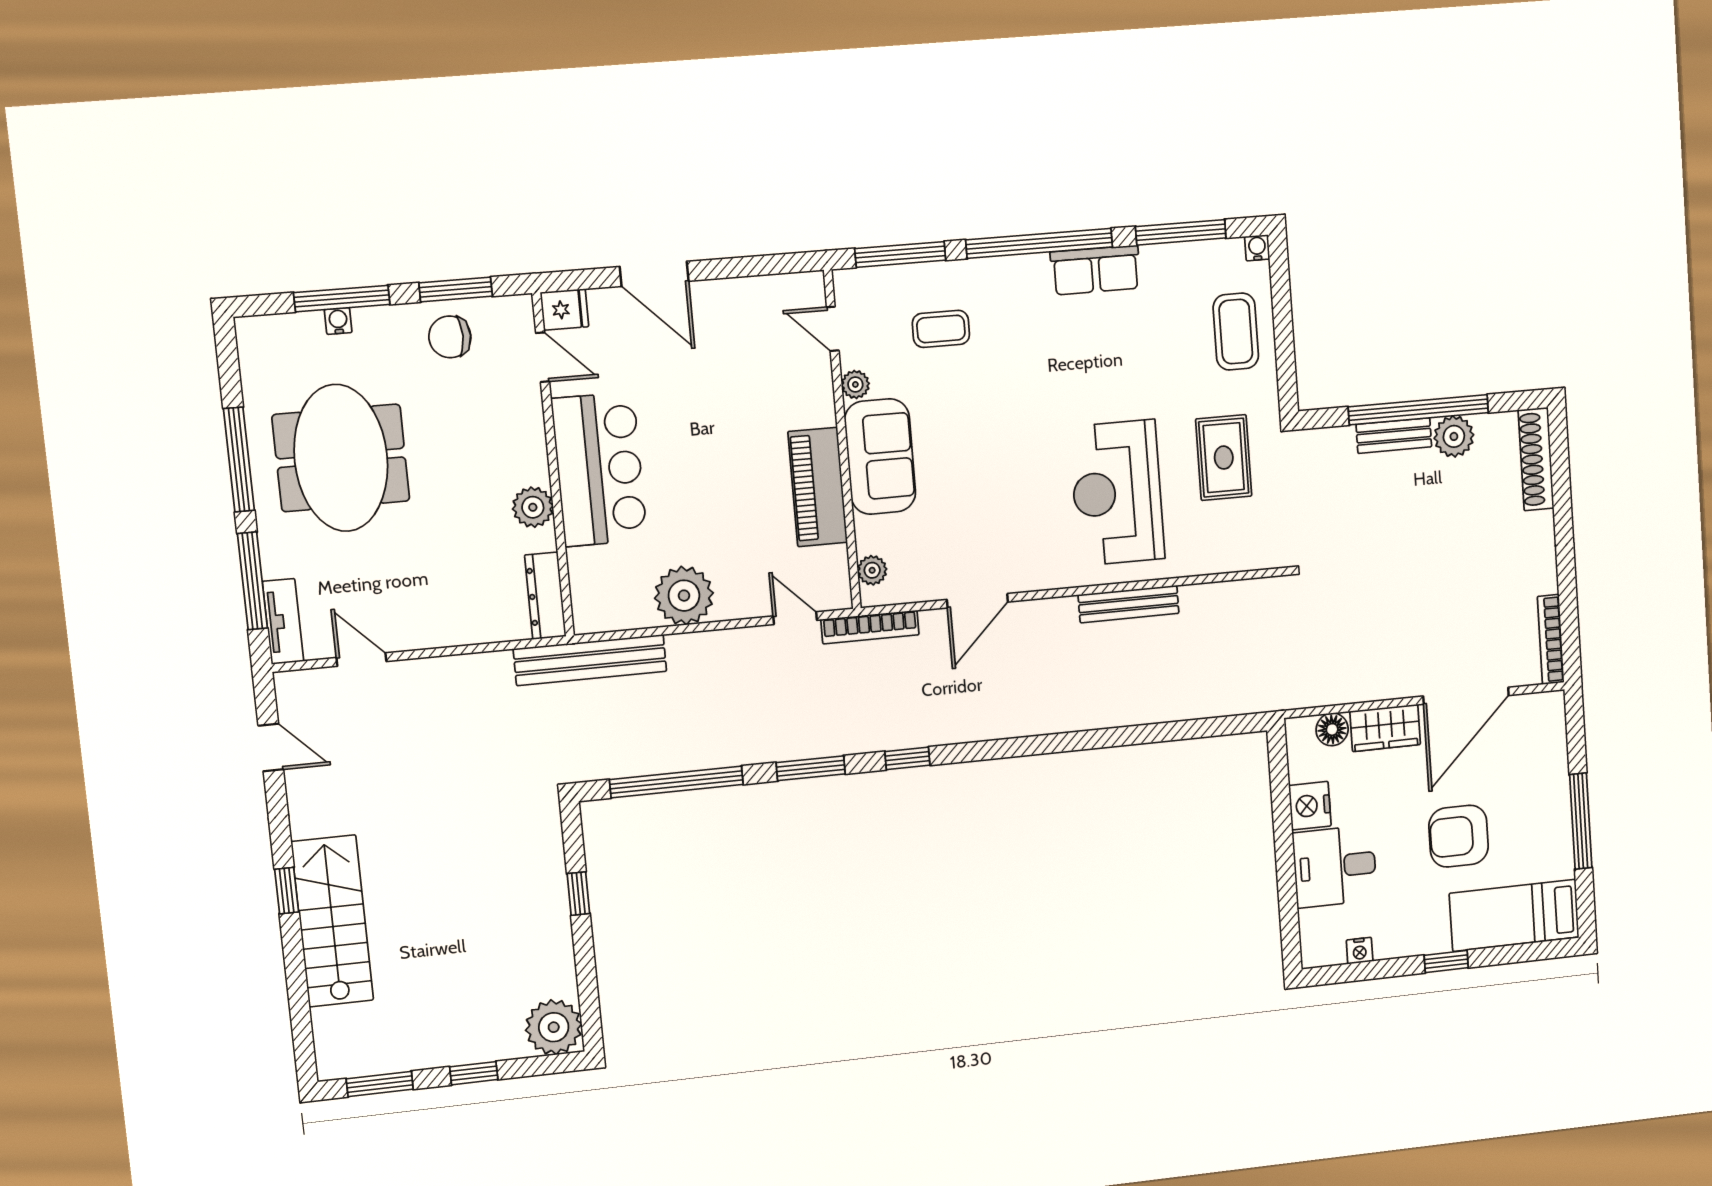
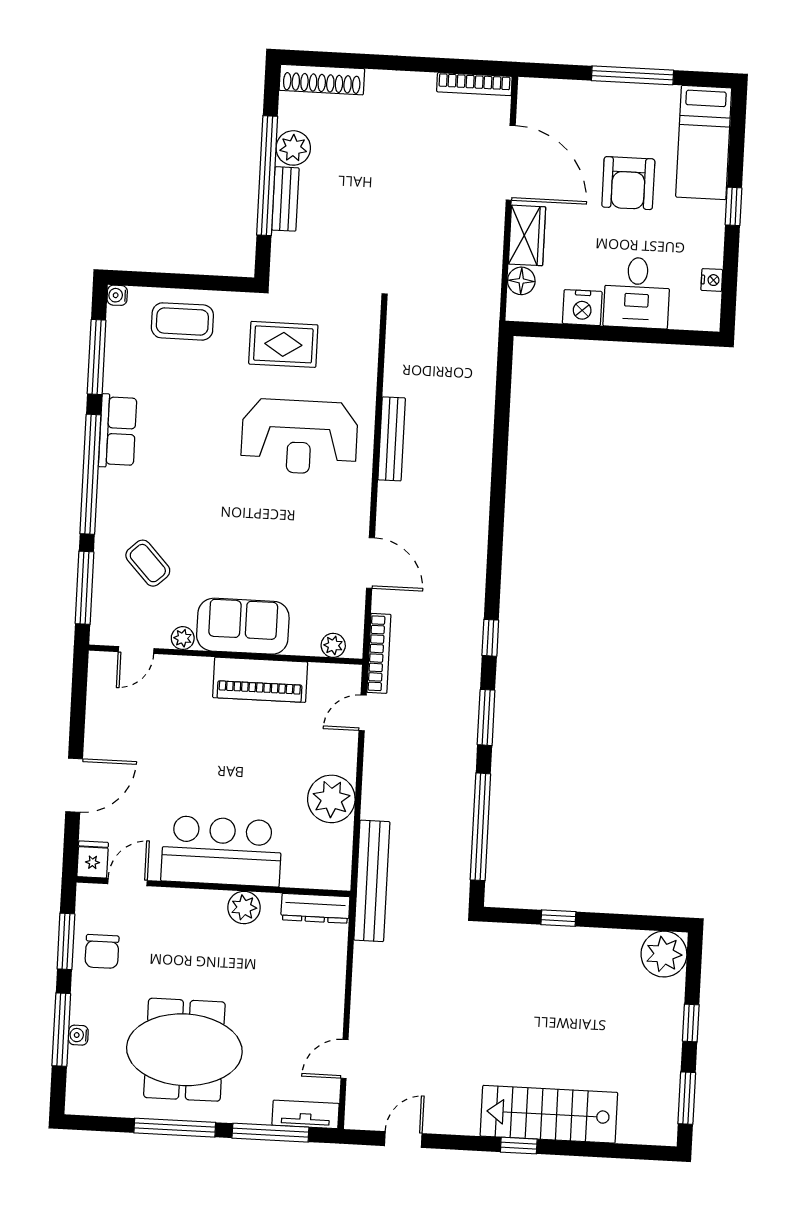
coffee table: (941, 329) -> (148, 563), turned -43

